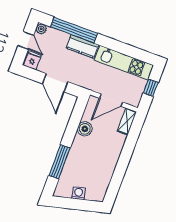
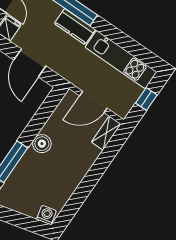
boiler: (85, 129) -> (42, 144), moved
washing machine: (79, 193) -> (46, 215), moved

